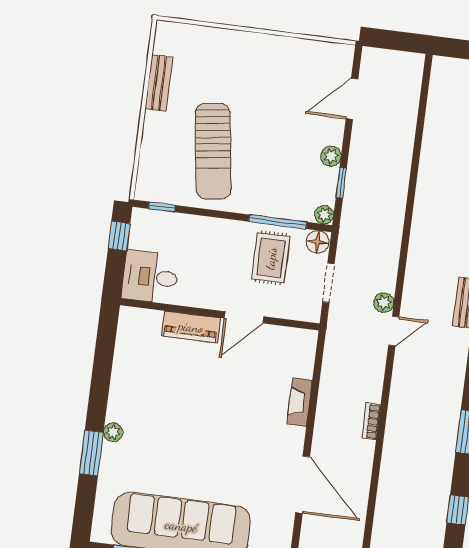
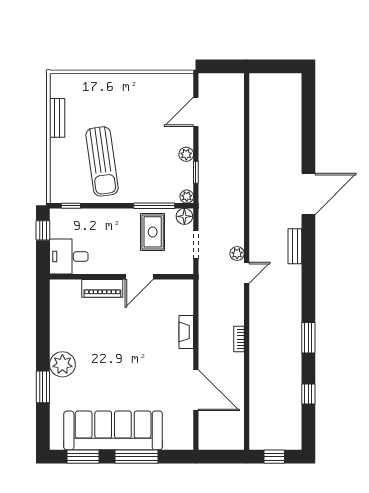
plant: (113, 432) -> (62, 364), width x1.88, depth x1.88

